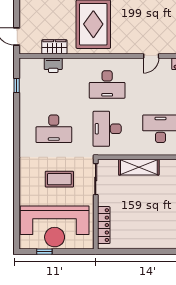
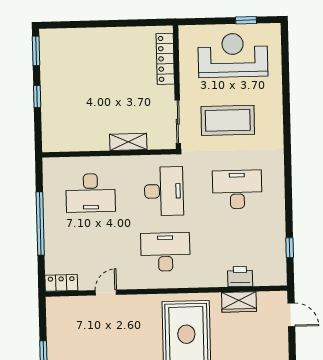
shelving: (139, 167) -> (128, 142), width x0.67, depth x0.75
coffee table: (59, 179) -> (228, 120), width x1.36, depth x1.32
reception desk: (55, 226) -> (233, 55), width x0.74, depth x0.77

